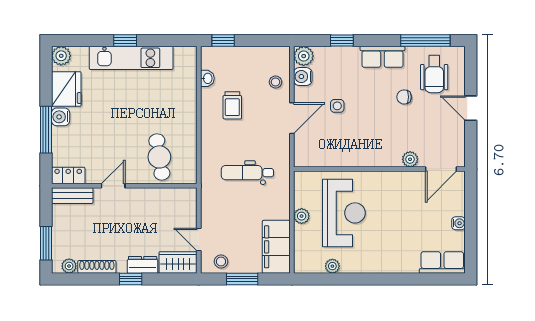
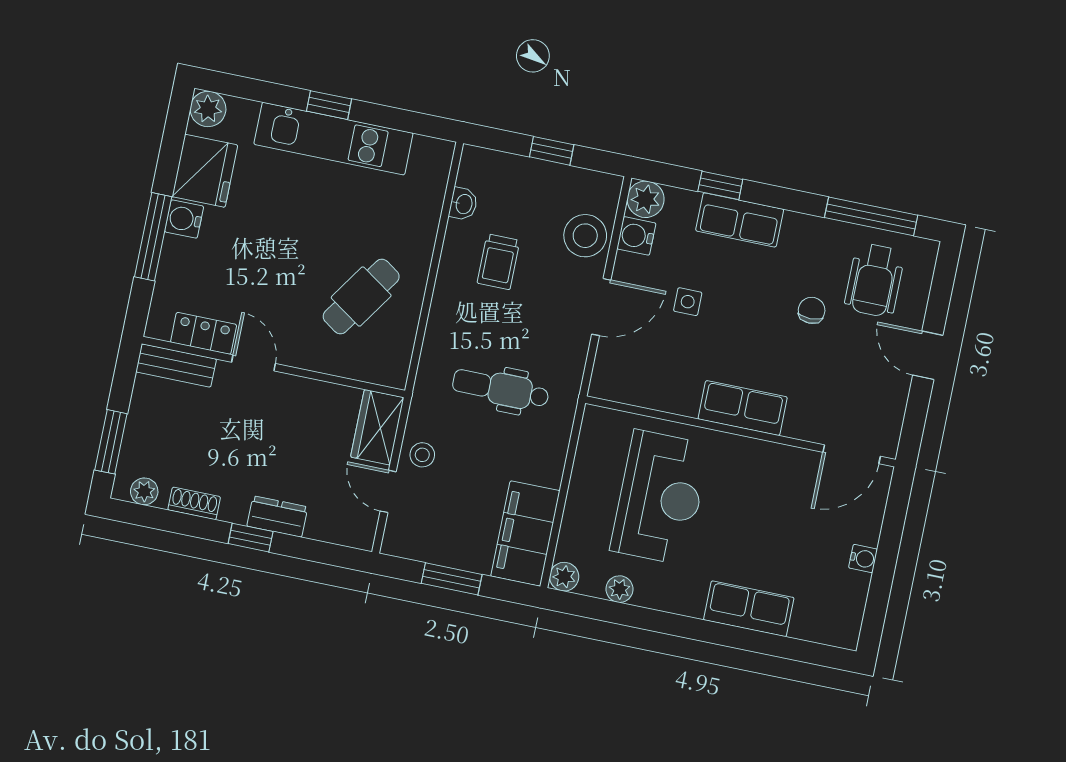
window: (223, 41) -> (552, 151), moved
row of seats: (382, 57) -> (740, 220), moved
stool: (276, 82) -> (585, 236), width x1.89, depth x1.89
chair: (404, 97) -> (812, 310), turned 90
row of seats: (378, 156) -> (743, 408), added
cafe table: (159, 157) -> (361, 297), moved, turned 43
plant: (410, 159) -> (799, 425), removed
locker: (68, 176) -> (204, 333), moved
door: (113, 186) -> (254, 363), hinge flipped
plant: (302, 216) -> (564, 577), moved
wardrobe: (178, 262) -> (377, 427), moved, turned -90
stool: (221, 262) -> (422, 455), moved
row of seats: (442, 262) -> (749, 609), moved
shoe rack: (97, 267) -> (194, 503), width x0.70

